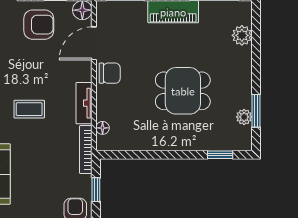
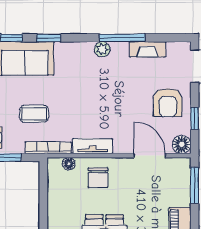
chair: (110, 73) -> (98, 178), moved
coffee table: (29, 109) -> (34, 114), moved, turned 90

